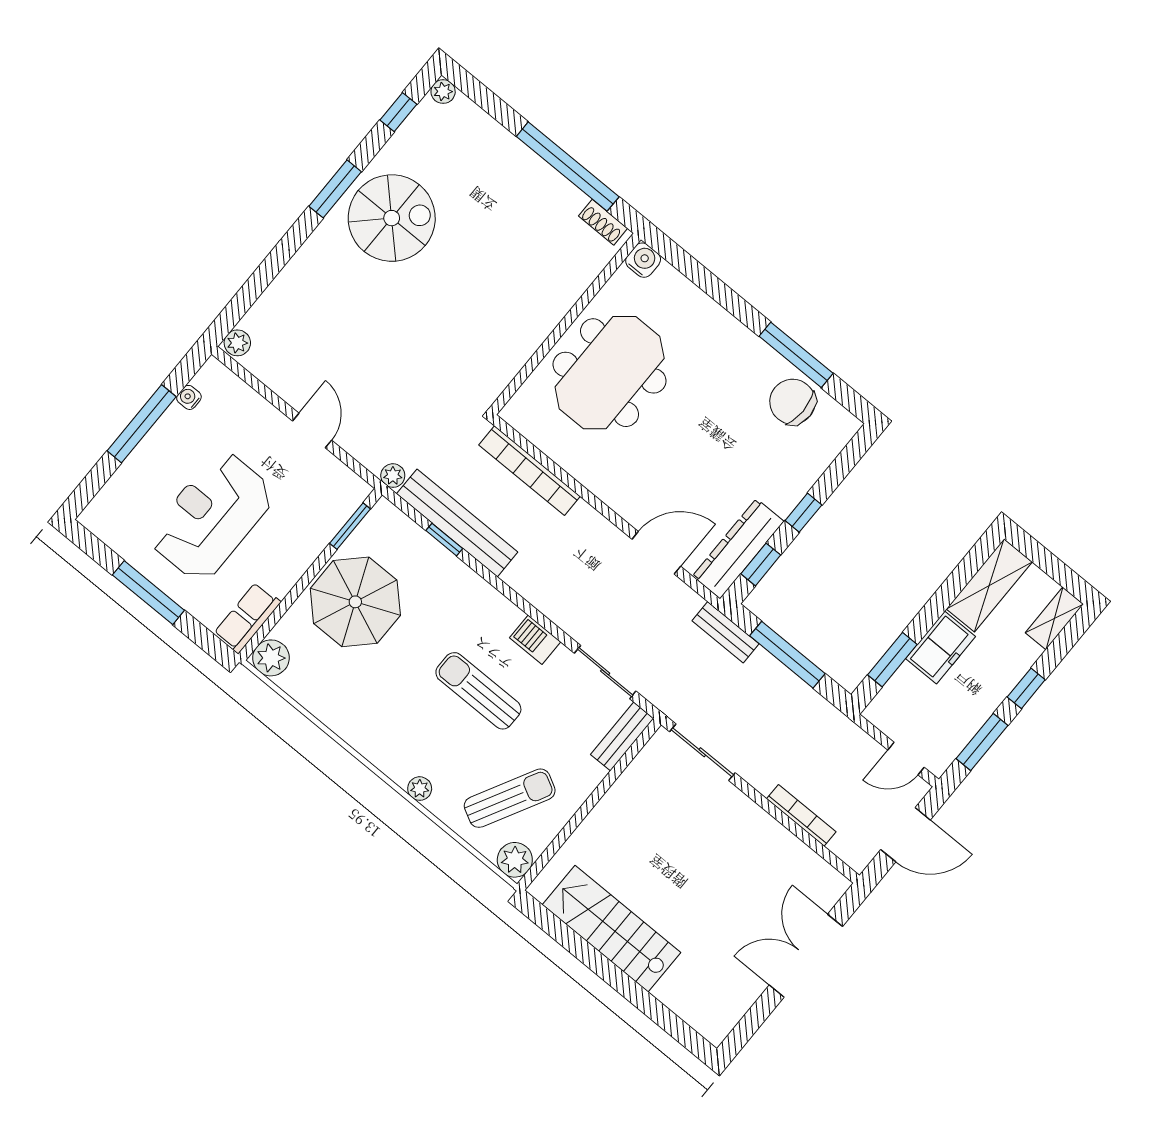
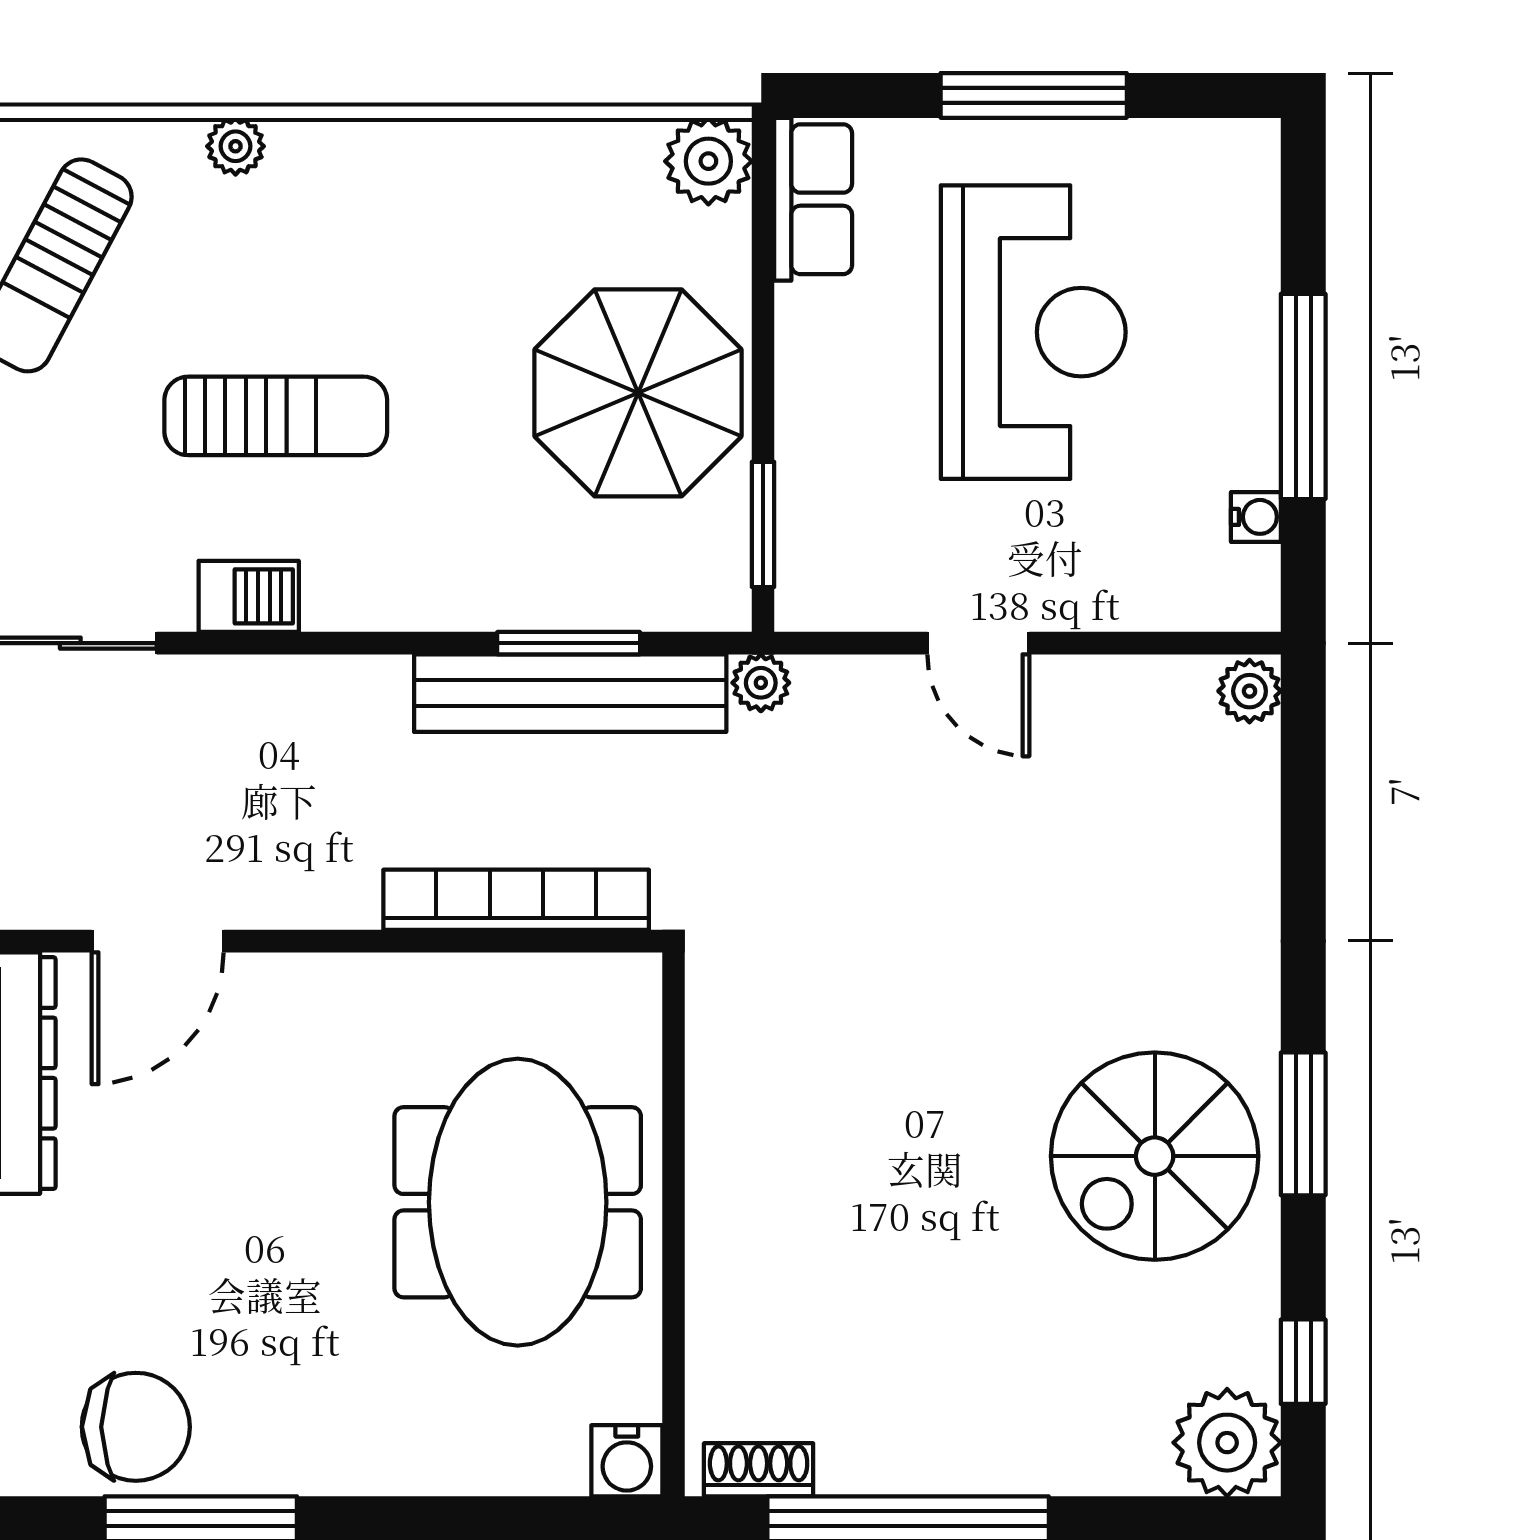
plant: (443, 92) -> (1227, 1443), width x1.88, depth x1.88
window: (444, 540) -> (569, 643), width x1.50

